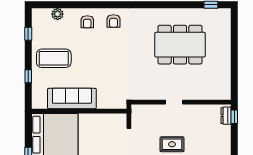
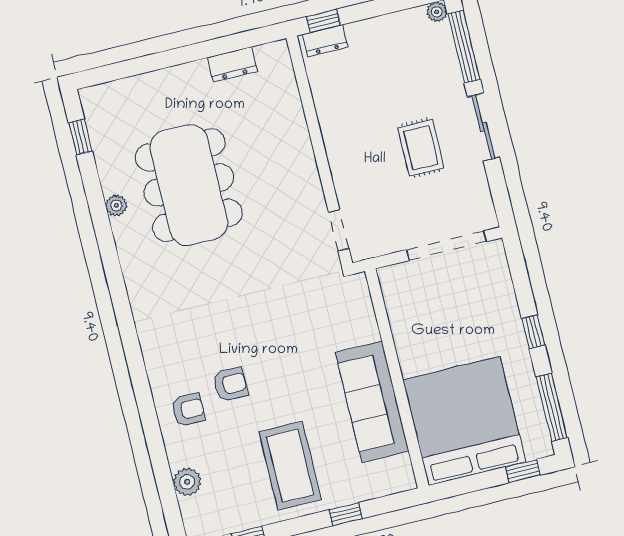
plant: (179, 13) -> (116, 205), added
armchair: (113, 21) -> (230, 384), moved
dresser: (225, 75) -> (232, 64), added
doorway: (174, 102) -> (339, 230), moved

